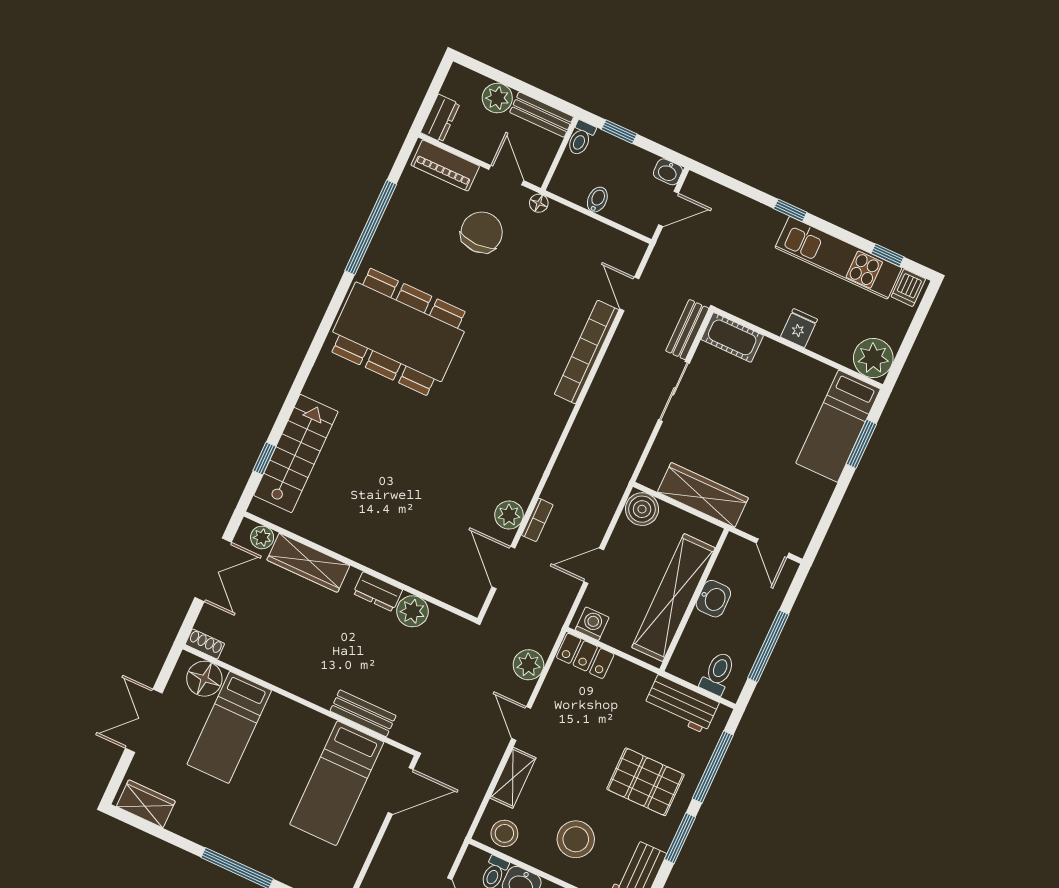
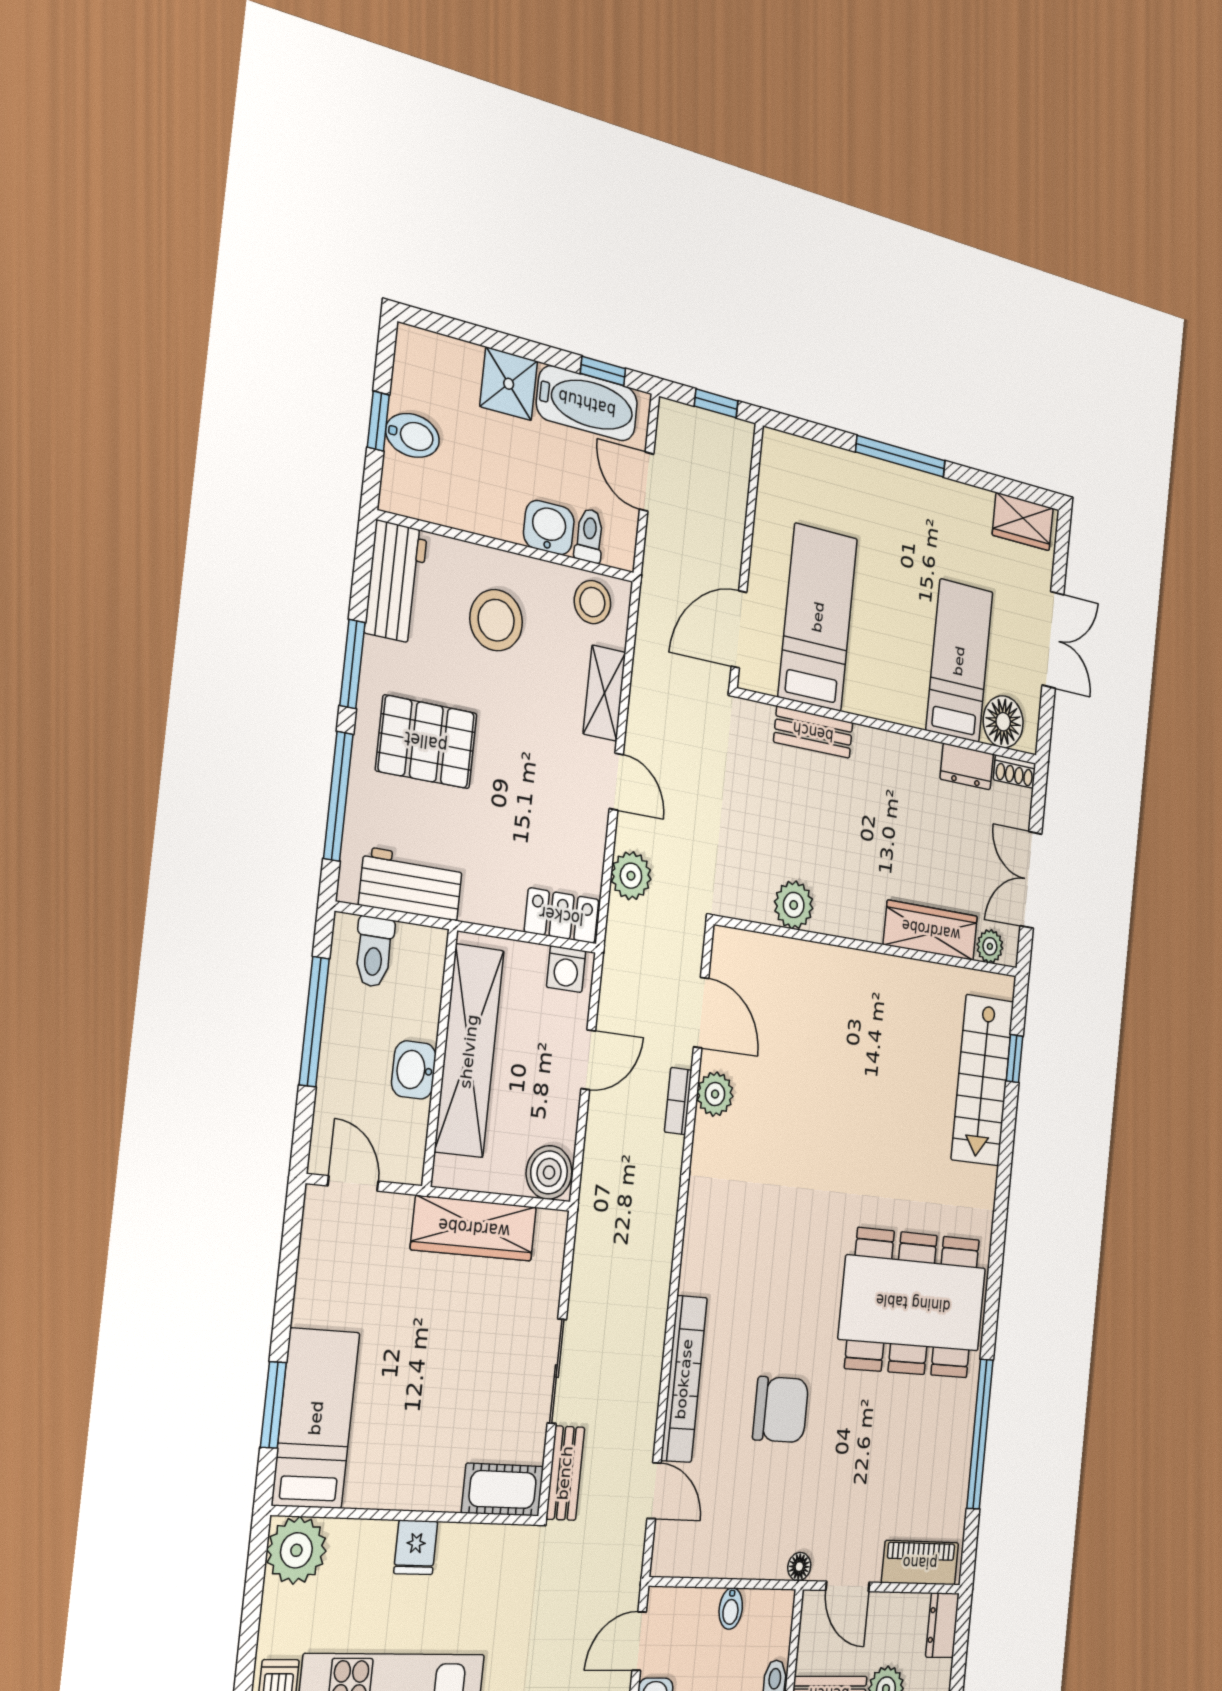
chair: (482, 232) -> (781, 1410), moved, turned -90
dresser: (378, 592) -> (967, 766), moved, turned 180

